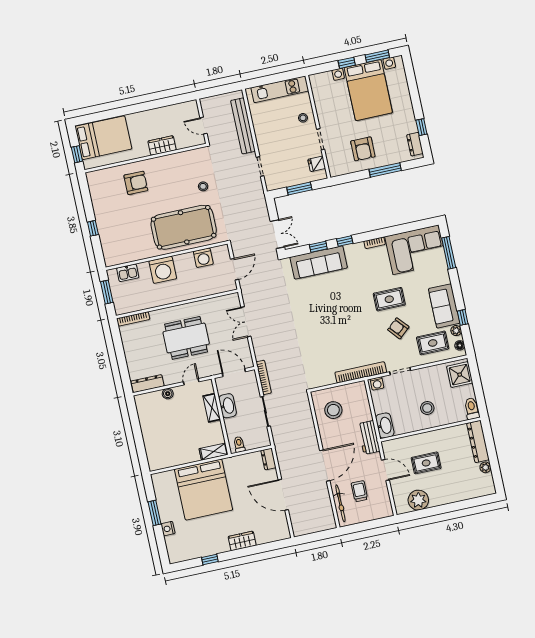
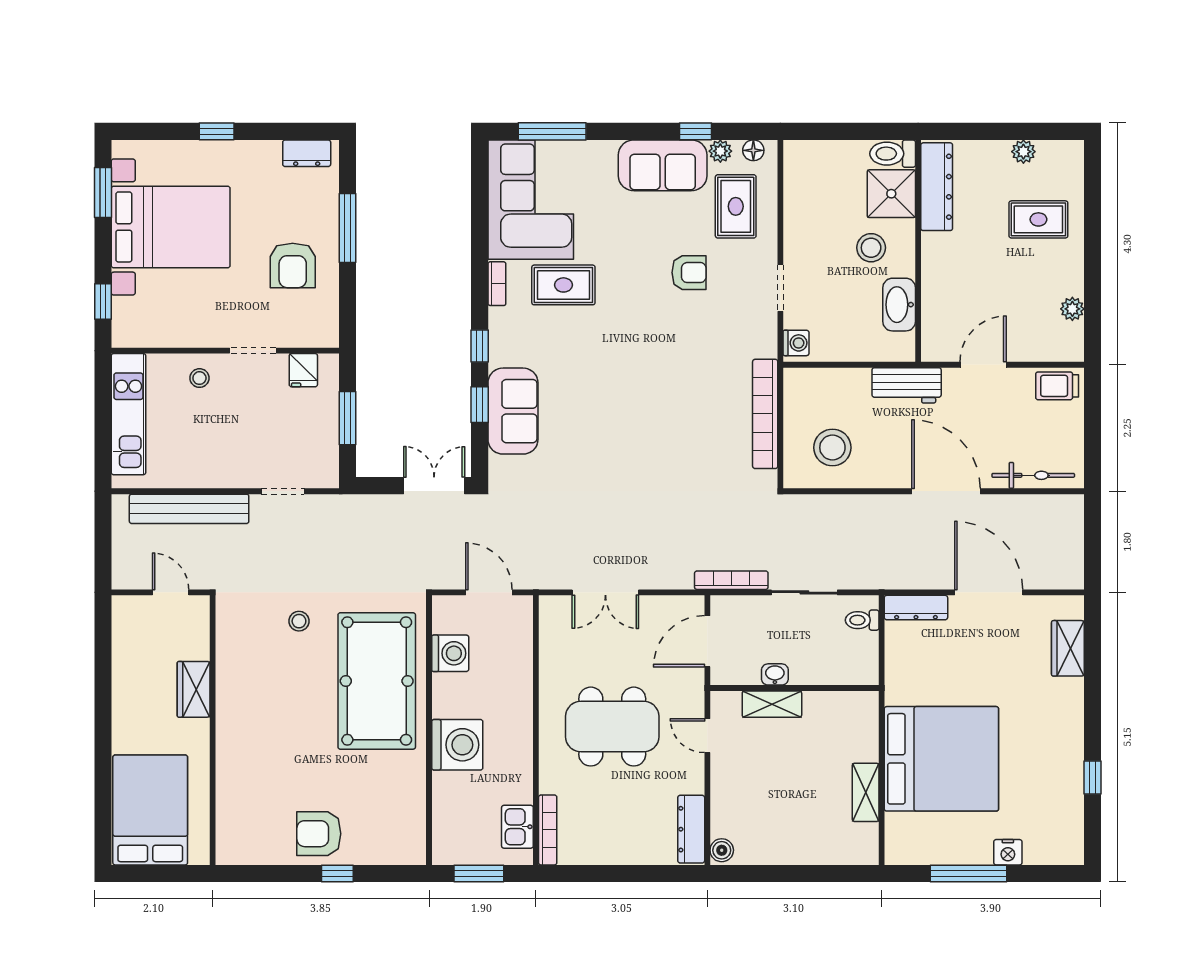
window: (347, 63) -> (103, 301), moved
door: (203, 126) -> (171, 592), swing flipped
window: (421, 127) -> (217, 131), moved
armchair: (363, 149) -> (293, 265), turned 90
window: (77, 154) -> (173, 874), removed
armchair: (136, 183) -> (319, 834), moved, turned -90
sofa: (319, 262) -> (513, 411), width x0.73
kitchen sink: (128, 273) -> (517, 827), moved, turned 180
rug: (389, 299) -> (563, 285), moved, turned 90
armchair: (398, 328) -> (689, 273), turned -139
dining table: (186, 338) -> (612, 727), turned 90
bookcase: (361, 372) -> (765, 414), moved
shower: (460, 375) -> (891, 194), moved
boiler: (168, 394) -> (722, 850), moved
washbasin: (228, 406) -> (775, 674), width x0.52, depth x0.69
washbasin: (385, 426) -> (899, 305), moved, turned -90
dresser: (478, 442) -> (937, 187), moved, turned -90
toilet: (239, 444) -> (862, 620), moved
shelving: (214, 452) -> (866, 792), moved
dresser: (268, 459) -> (916, 608), width x1.44
rug: (426, 463) -> (1038, 219), moved, turned 90
trolley: (359, 491) -> (1057, 386), moved
door: (283, 495) -> (989, 592), swing flipped
plant: (418, 500) -> (1072, 309), width x0.53, depth x0.53
window: (155, 513) -> (968, 874), width x1.44
wardrobe: (242, 541) -> (1068, 648), moved

